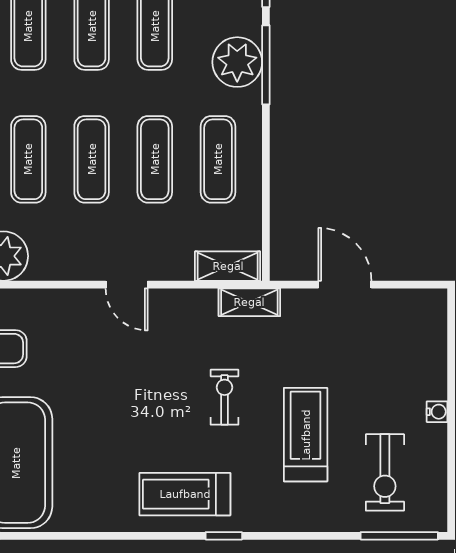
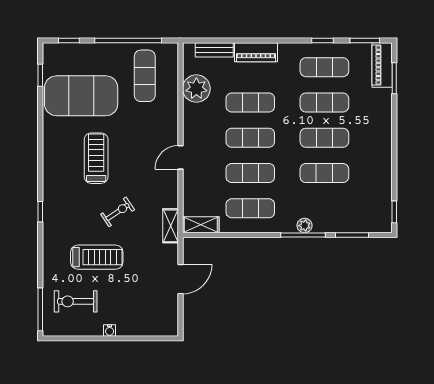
plant: (237, 62) -> (305, 226), width x0.53, depth x0.53
shelving: (228, 266) -> (201, 225), moved, turned 90
exercise bike: (224, 397) -> (118, 212), turned -34
treadmill: (185, 494) -> (96, 158), moved

